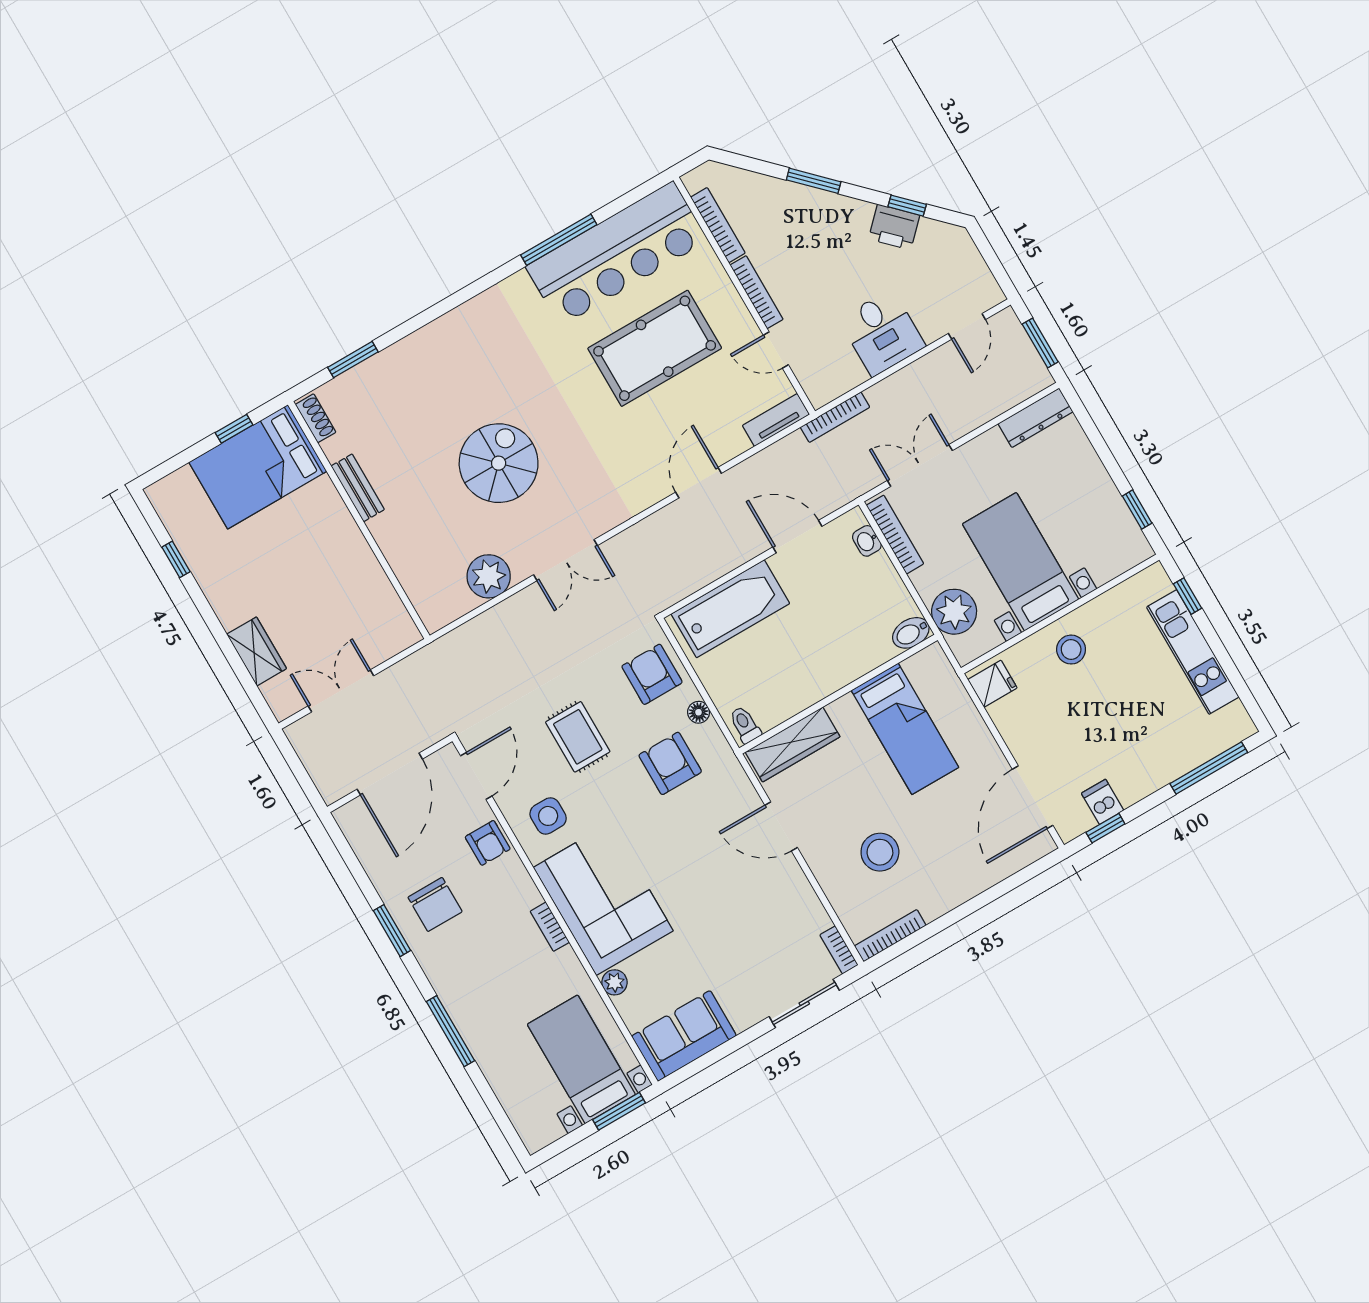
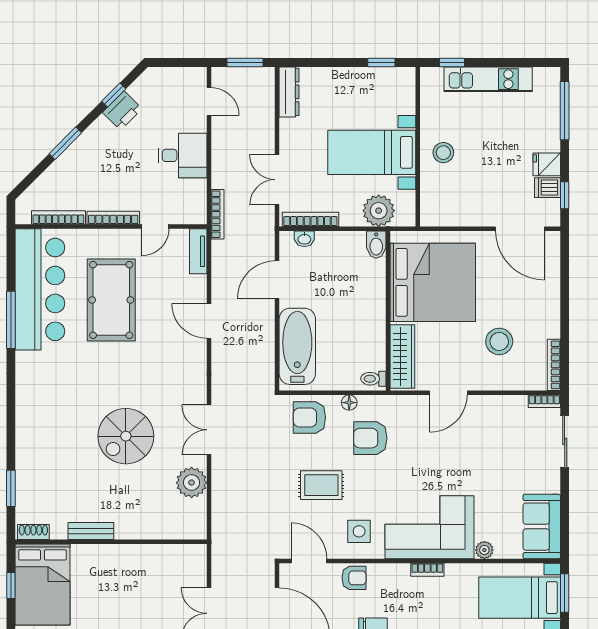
spiral stairs: (499, 463) -> (126, 436), turned -90
double door: (565, 560) -> (209, 430), swing flipped
fridge: (992, 684) -> (547, 164), moved, turned -90
bed: (905, 729) -> (433, 282), width x2.04

